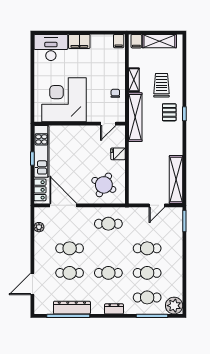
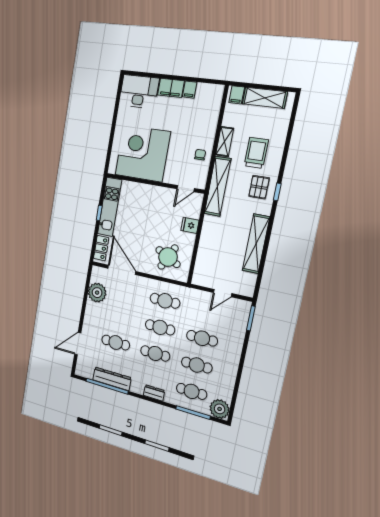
filing cabinet: (119, 41) -> (190, 90), moved
shelving: (176, 179) -> (256, 244), moved
plant: (39, 227) -> (97, 293), width x1.88, depth x1.88
cafe table: (70, 248) -> (160, 327), moved

